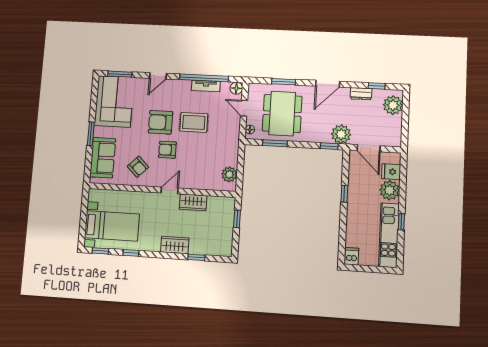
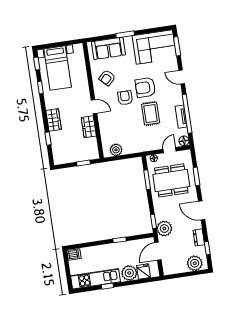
armchair: (161, 122) -> (145, 87), turned -90

